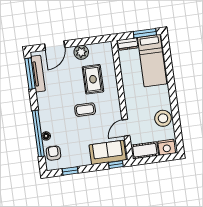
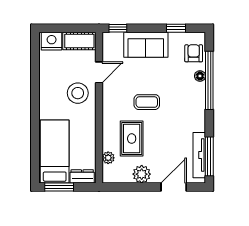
plant: (109, 62) -> (108, 158), added
stool: (163, 118) -> (78, 93), moved
sofa: (108, 152) -> (146, 45), moved
armchair: (53, 153) -> (194, 53), turned 180

